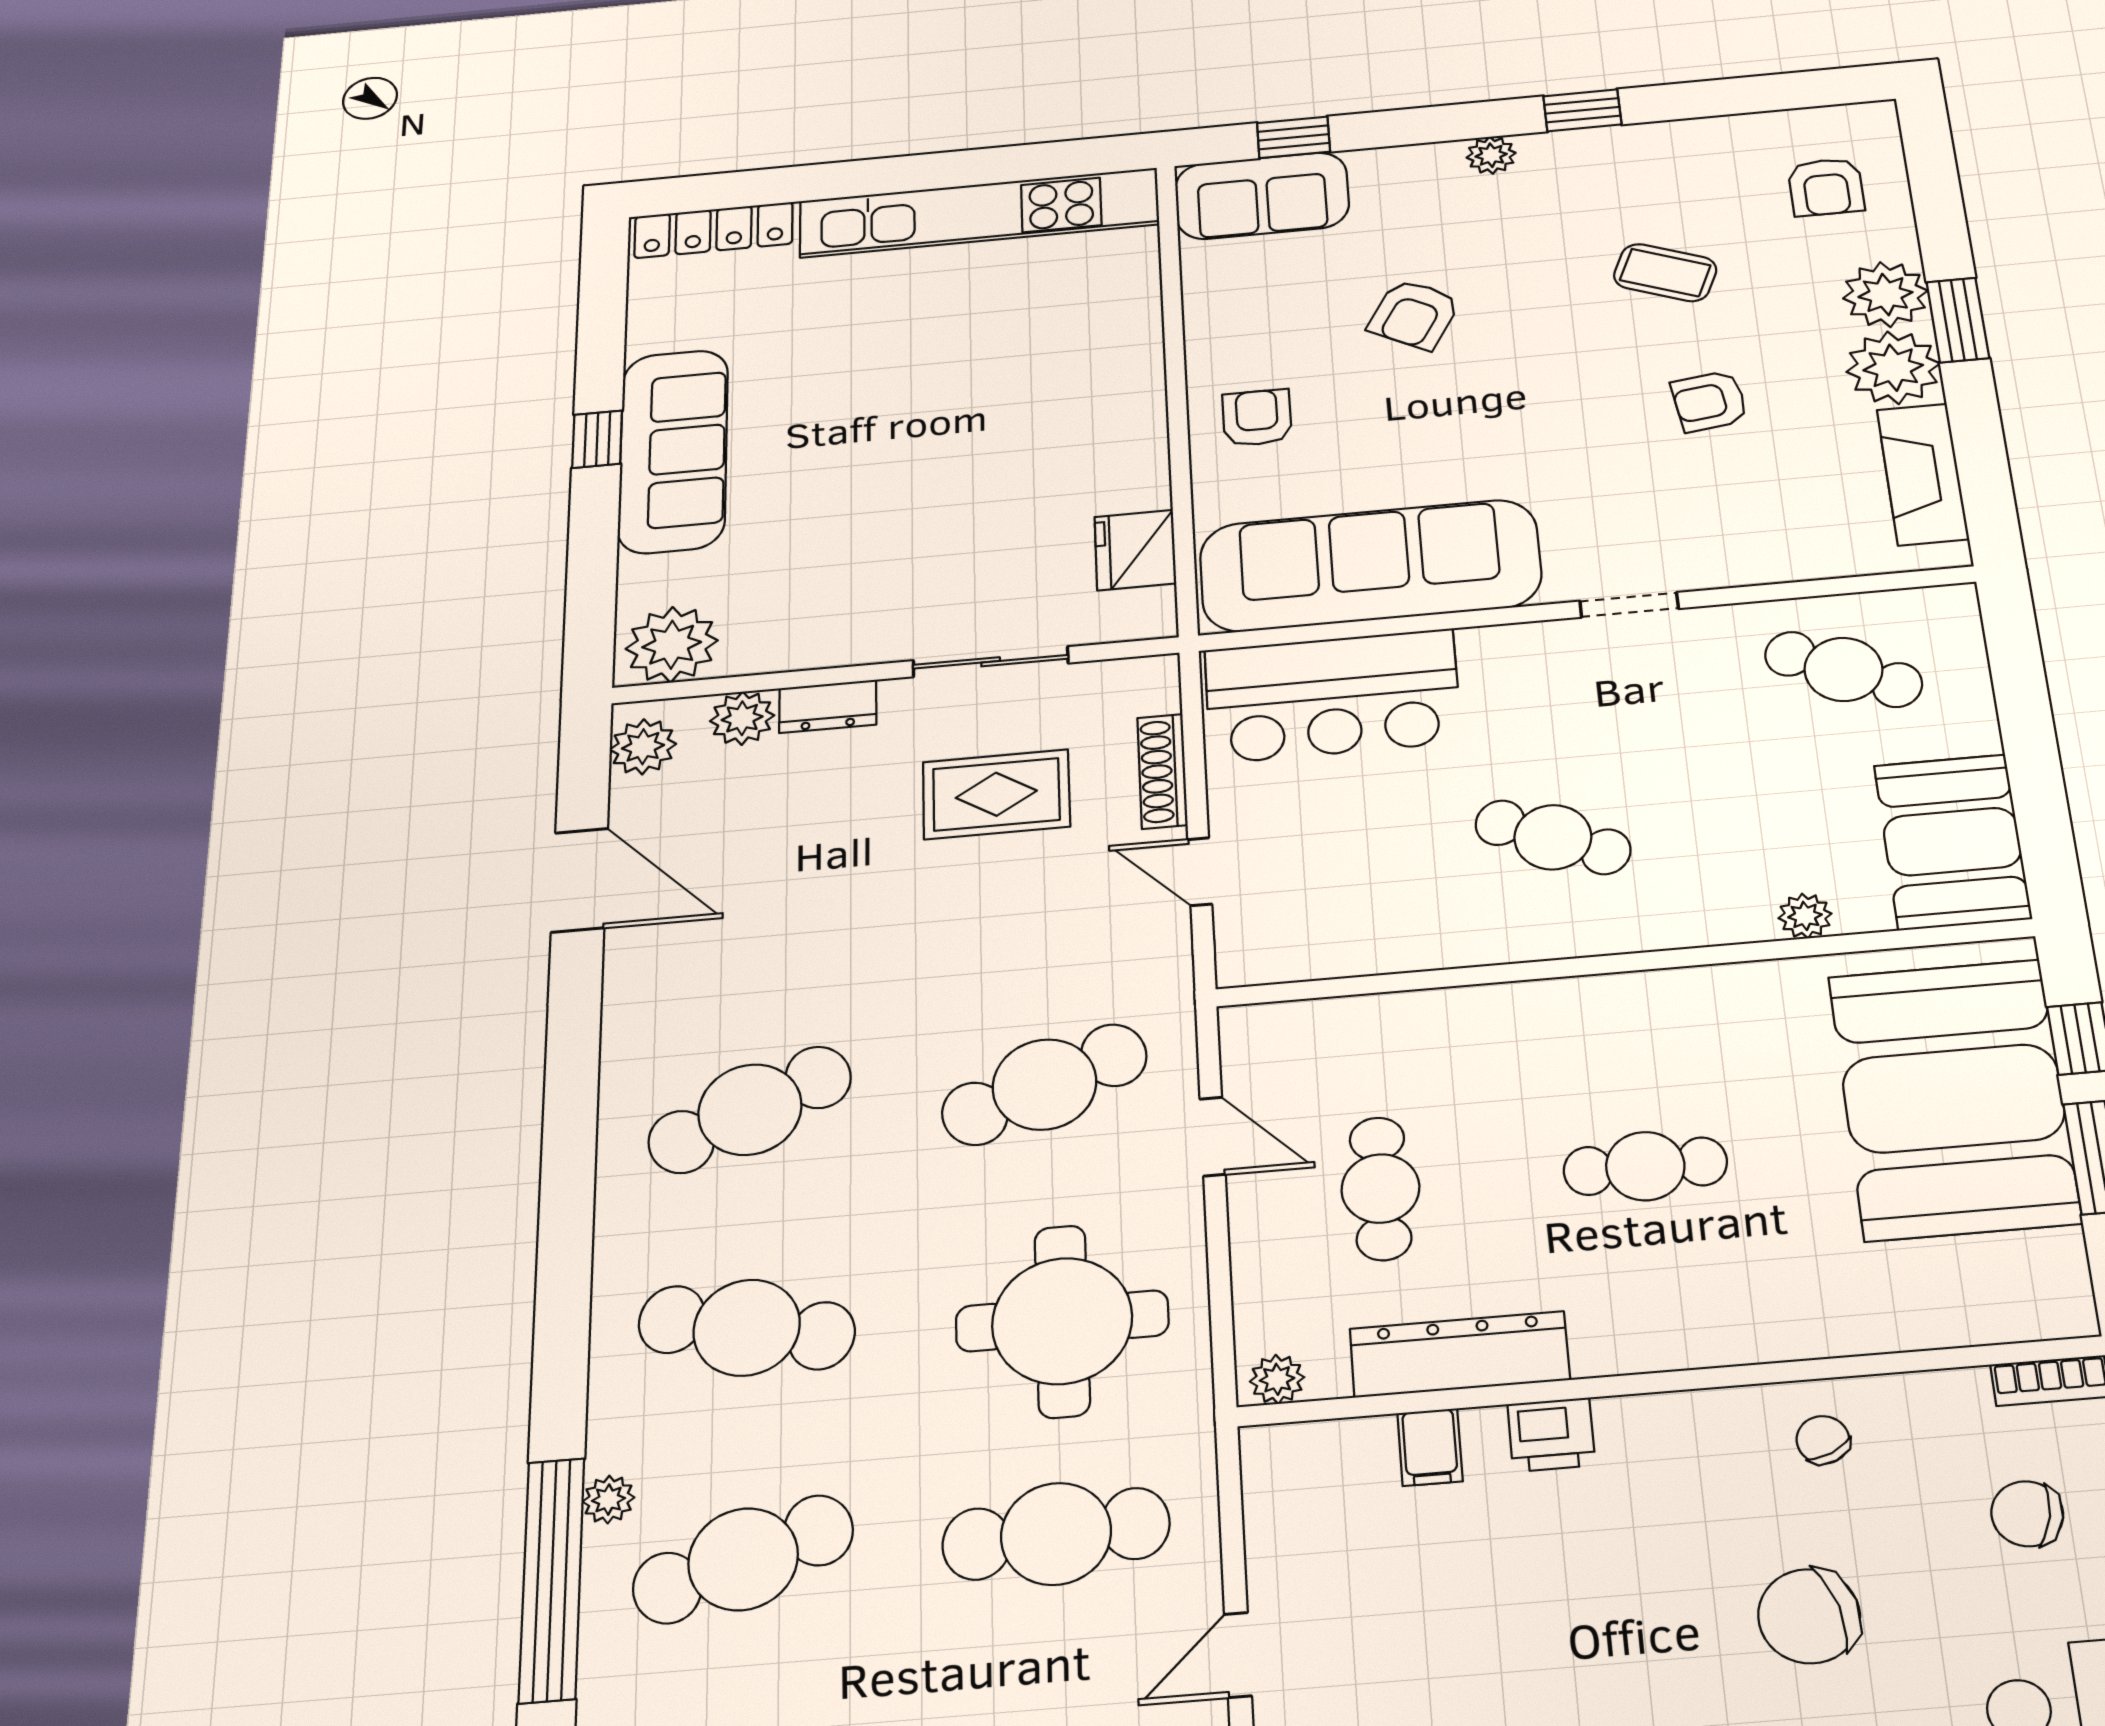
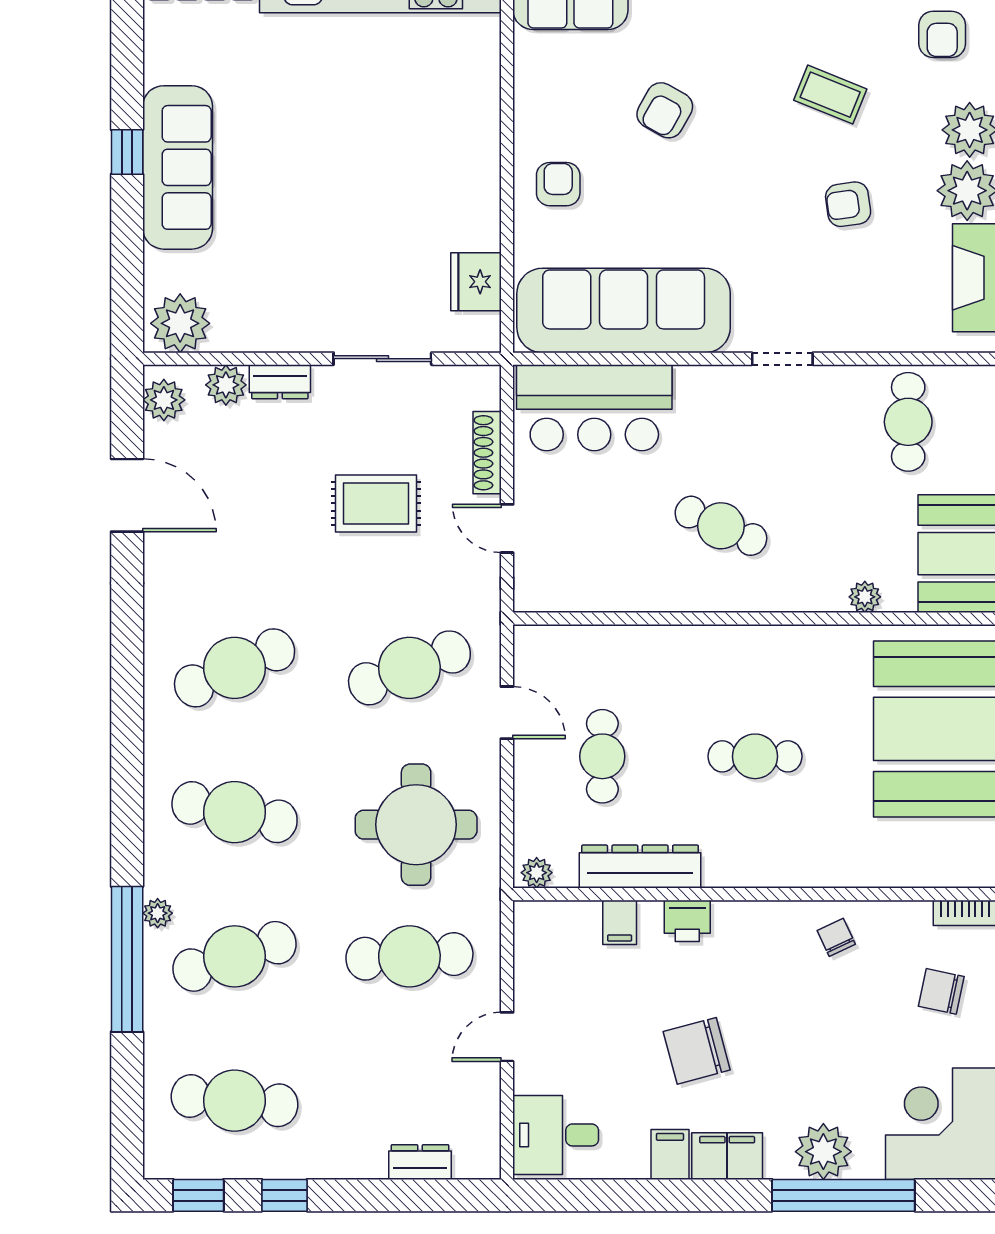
cafe table: (1843, 669) -> (908, 422), turned 64
rug: (996, 794) -> (376, 503), moved
chair: (1809, 1616) -> (697, 1051), moved

